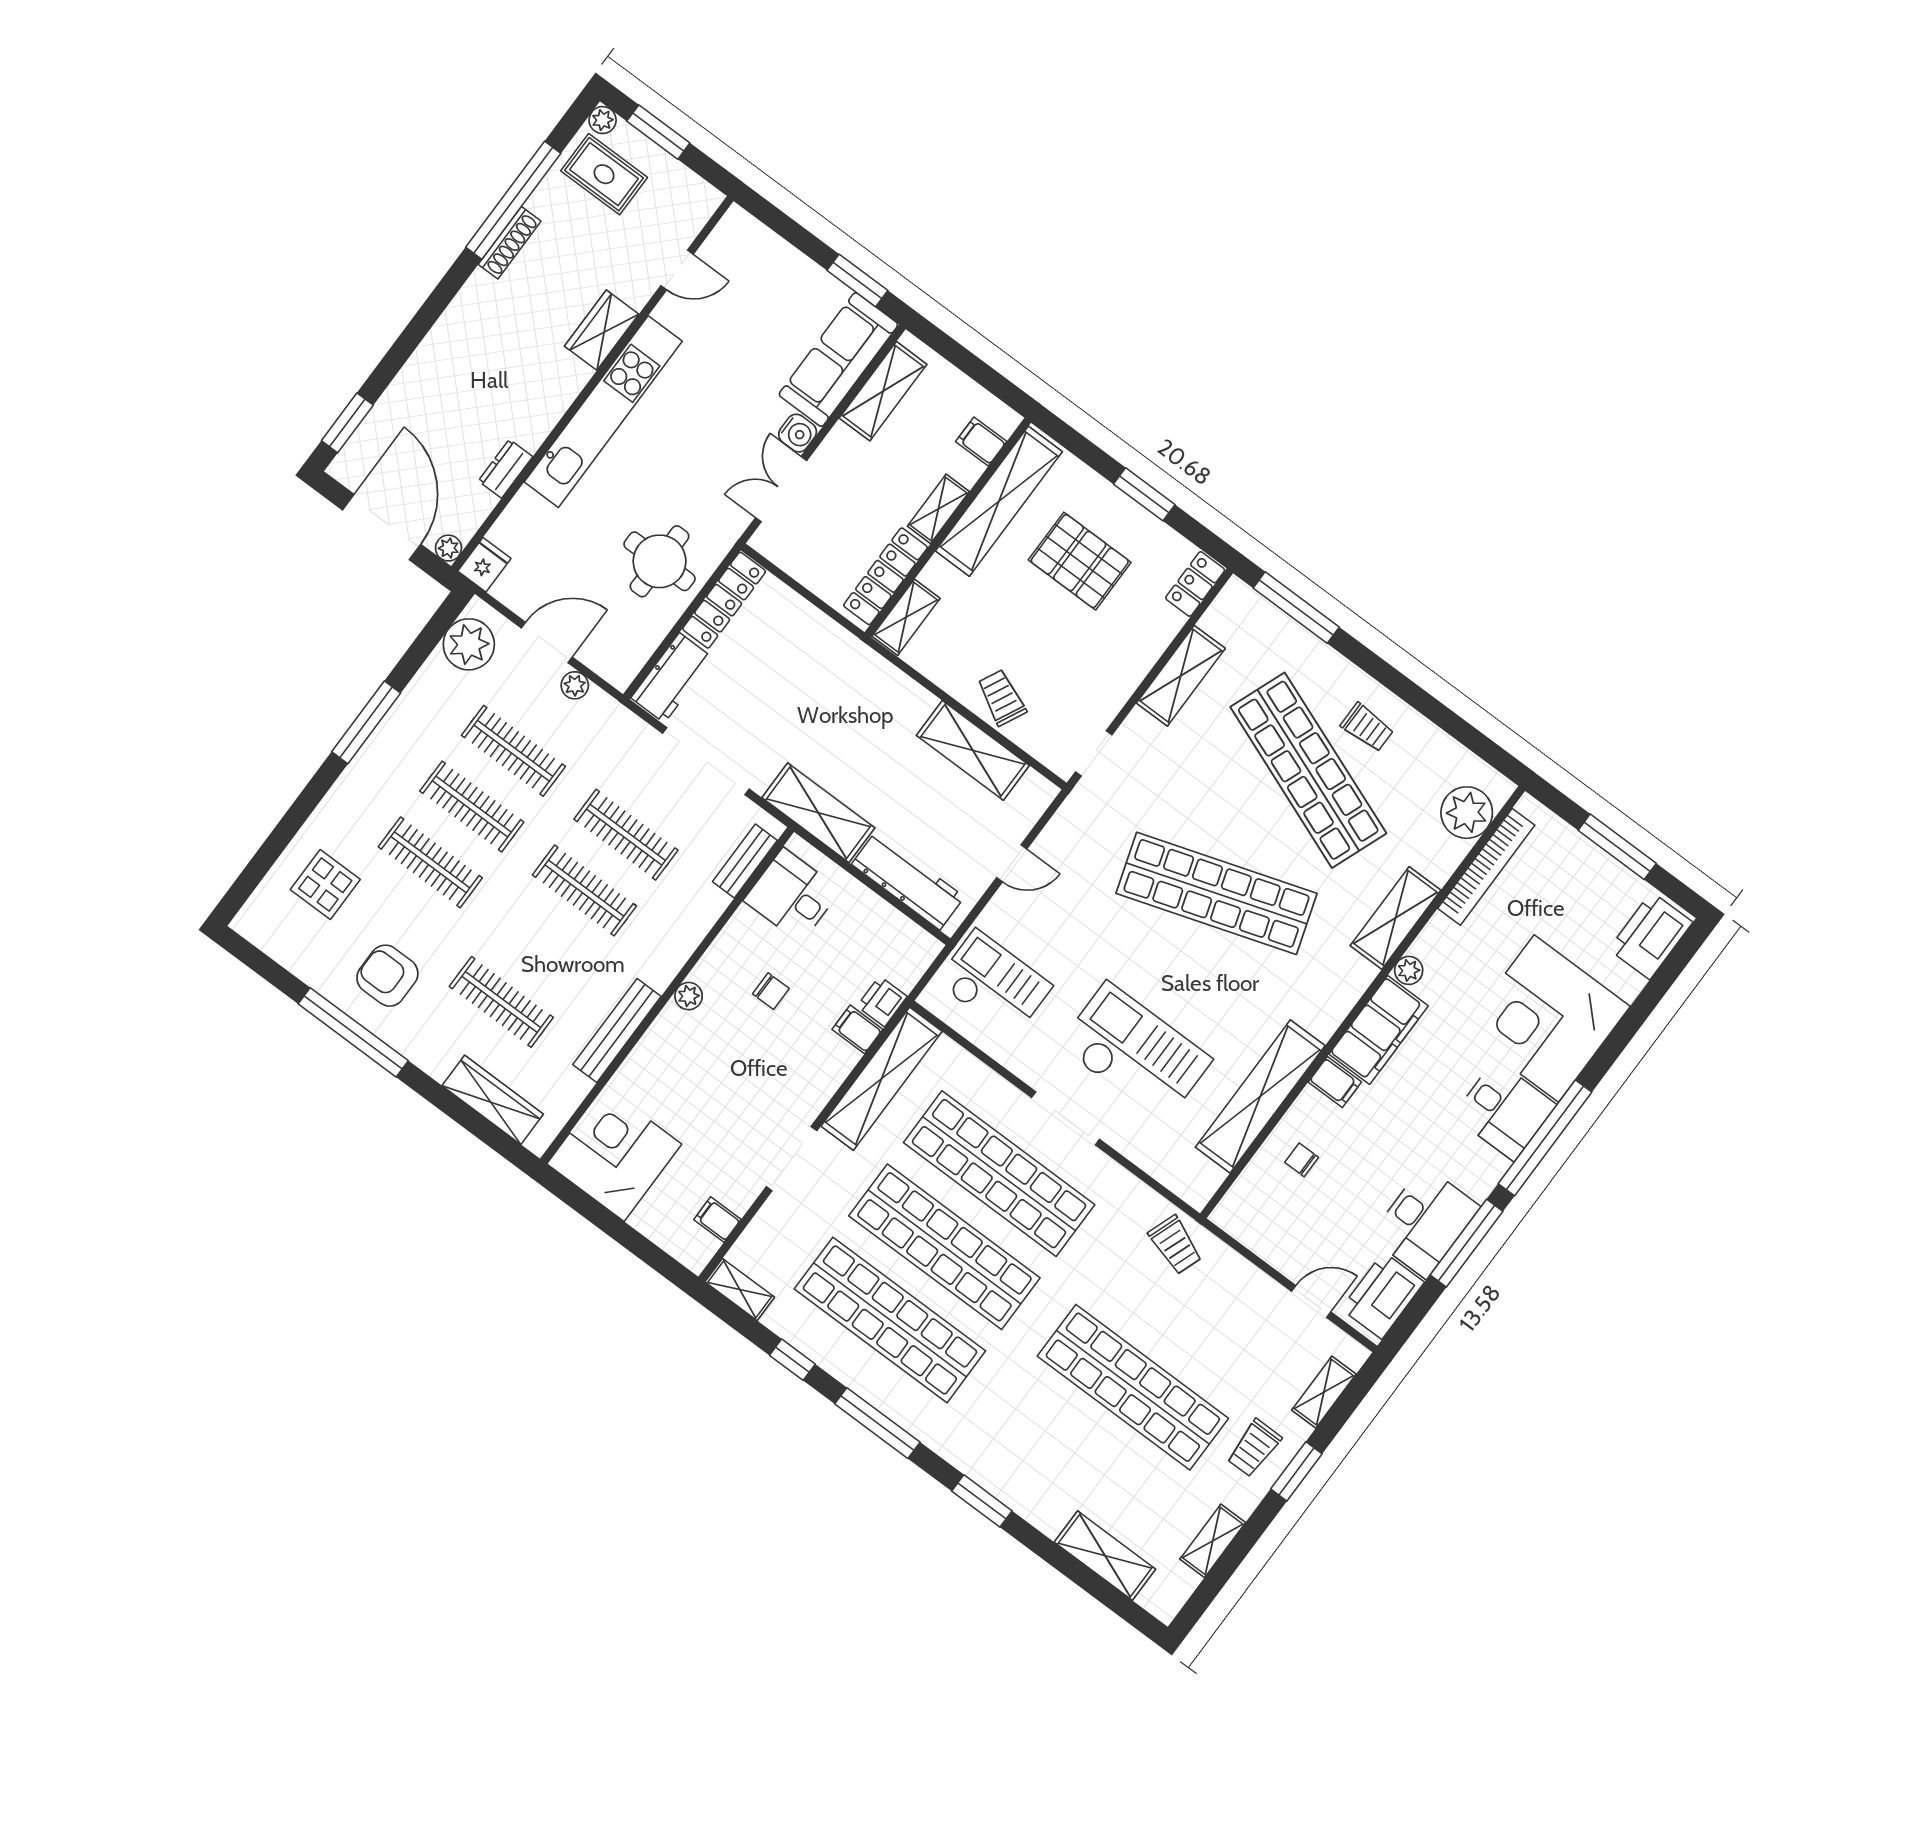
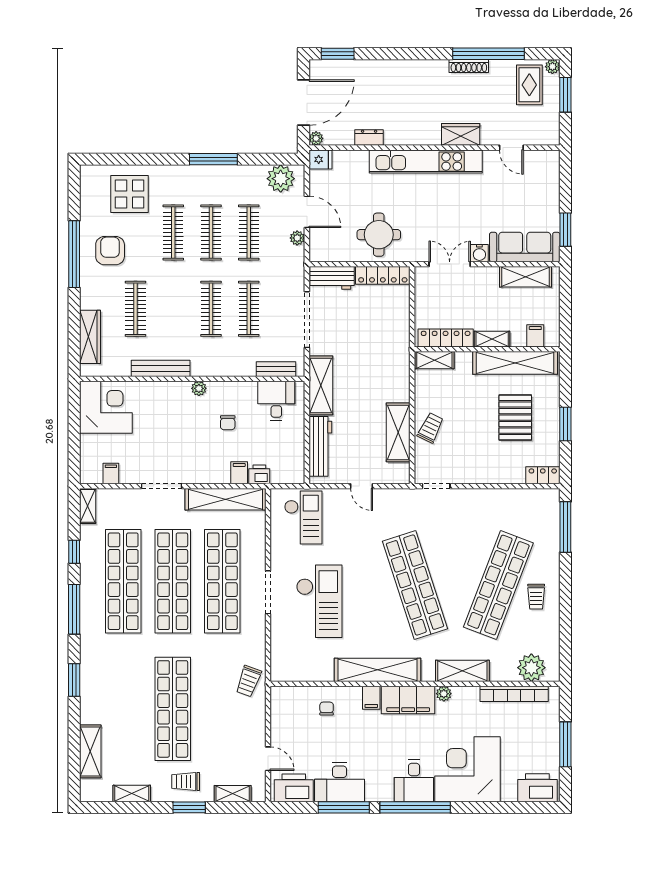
shelving: (1181, 676) -> (498, 499), removed
display table: (325, 884) -> (130, 194), width x1.36, depth x1.36
shelving: (1260, 1096) -> (378, 670), moved

